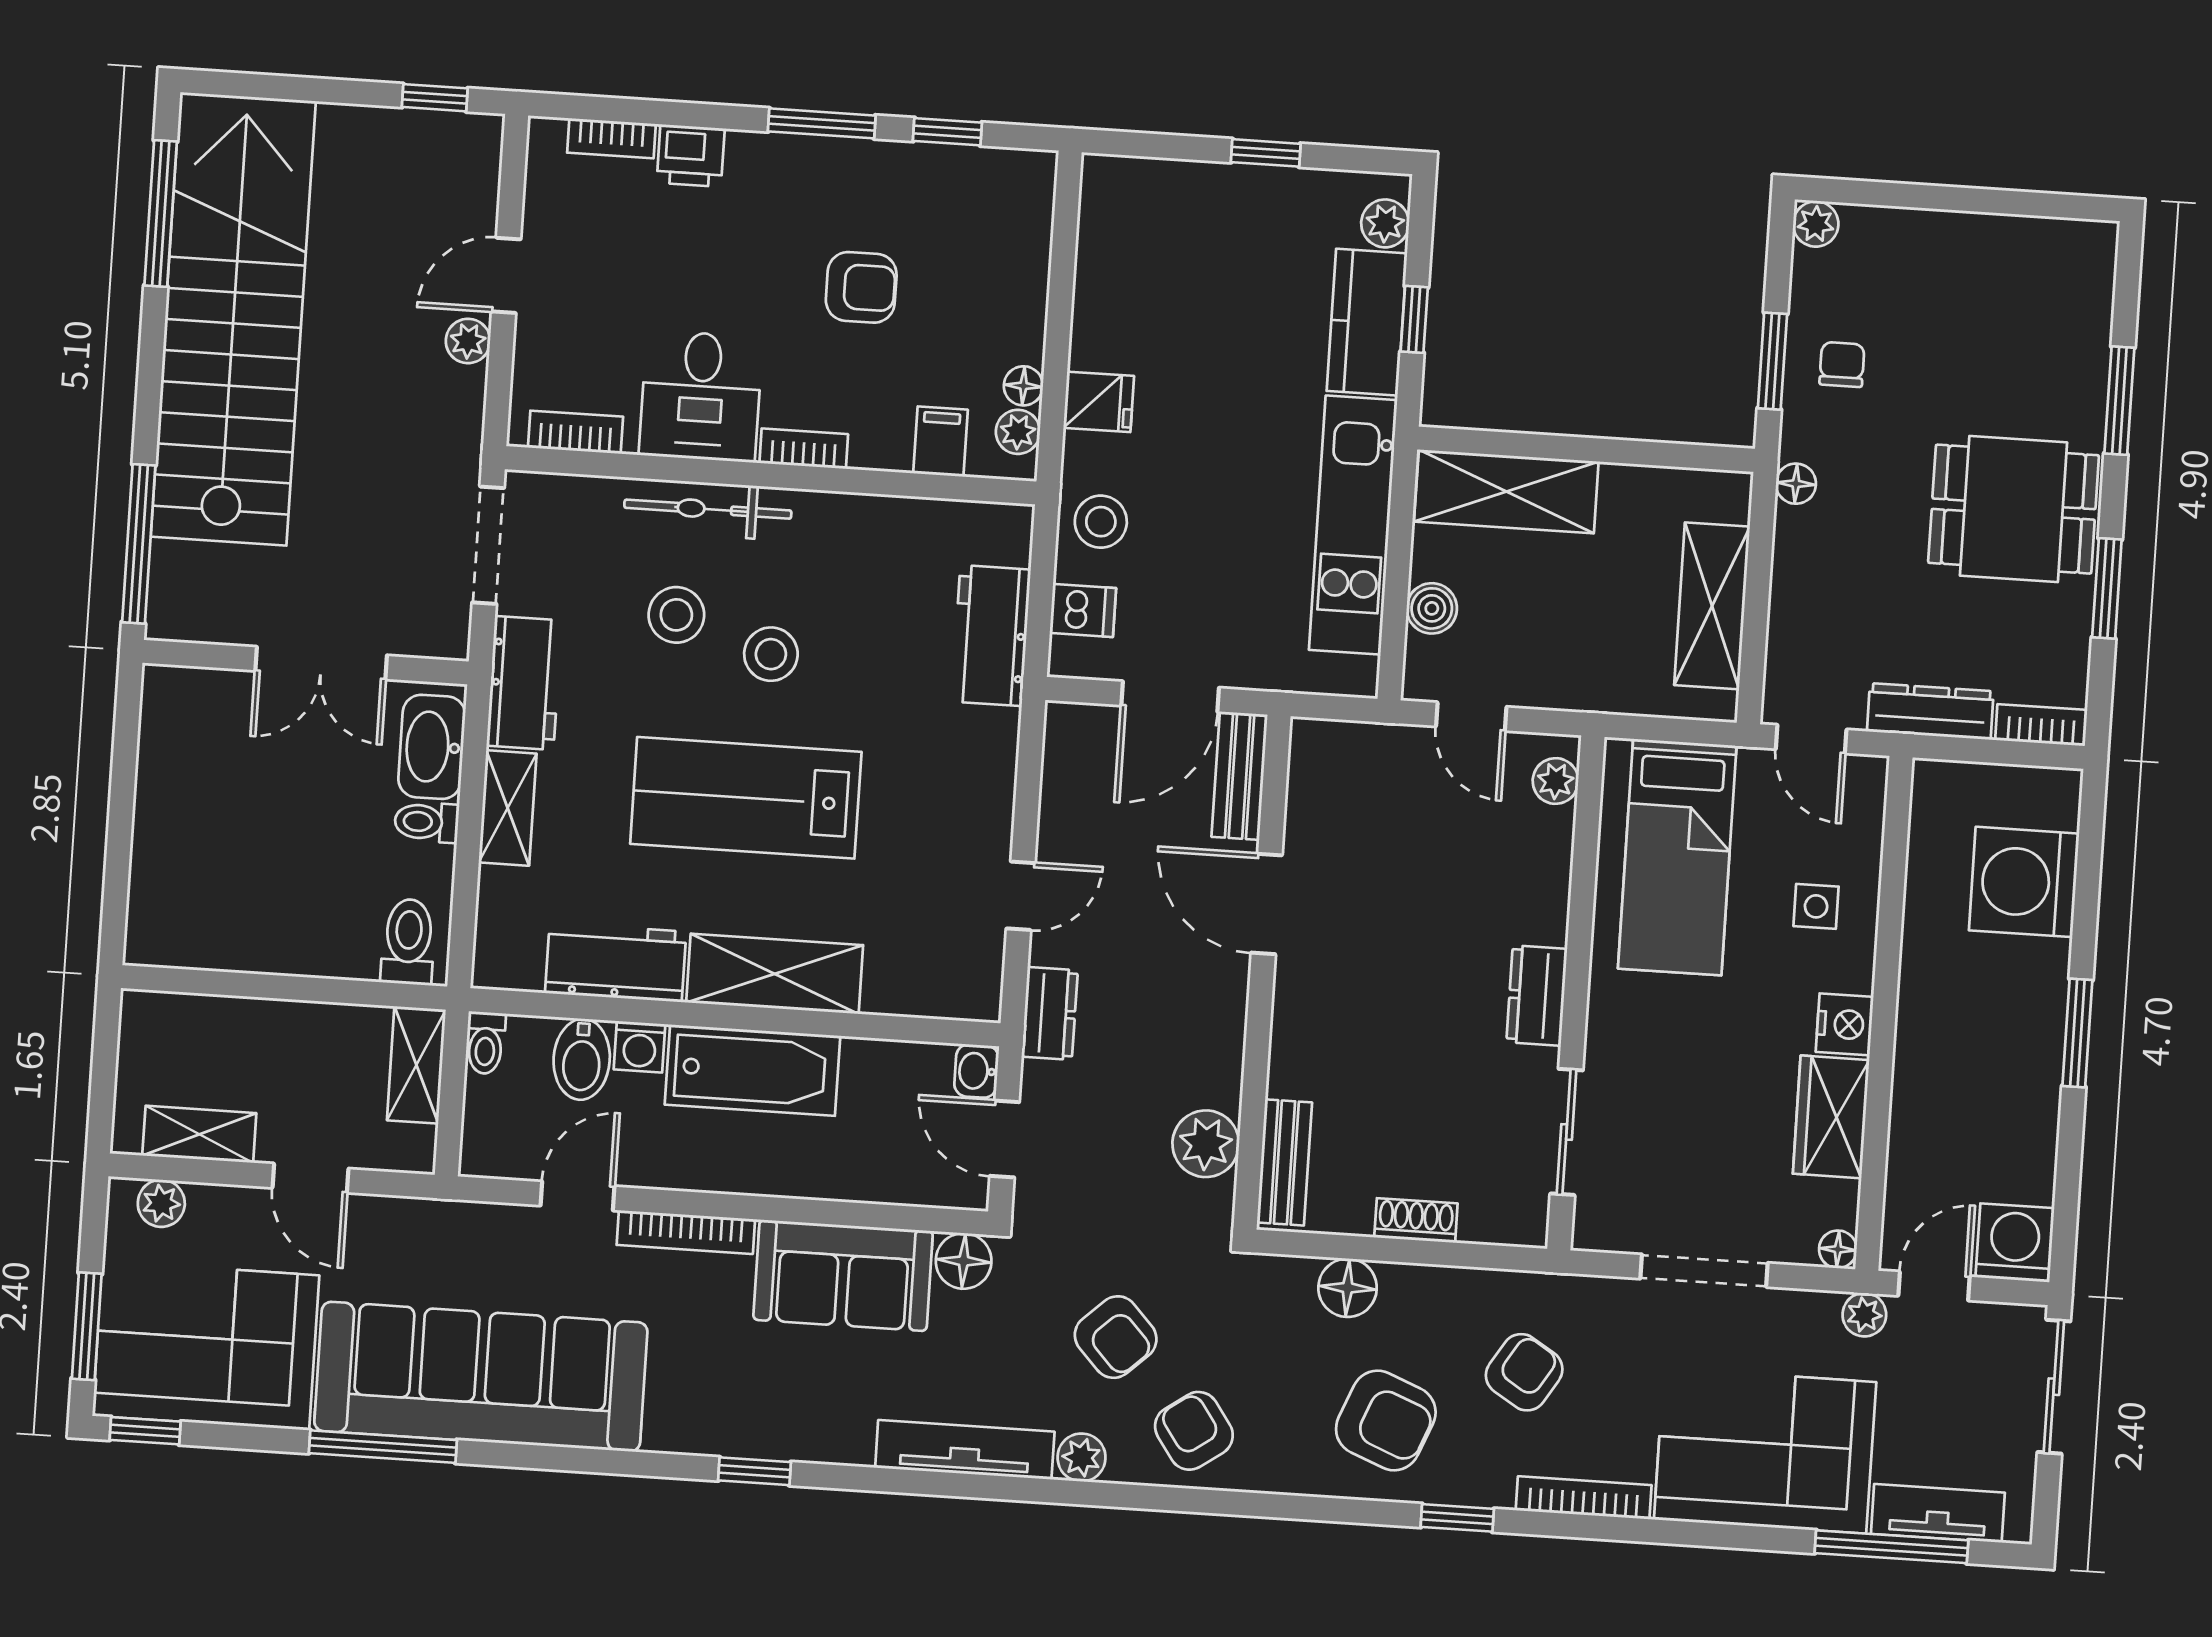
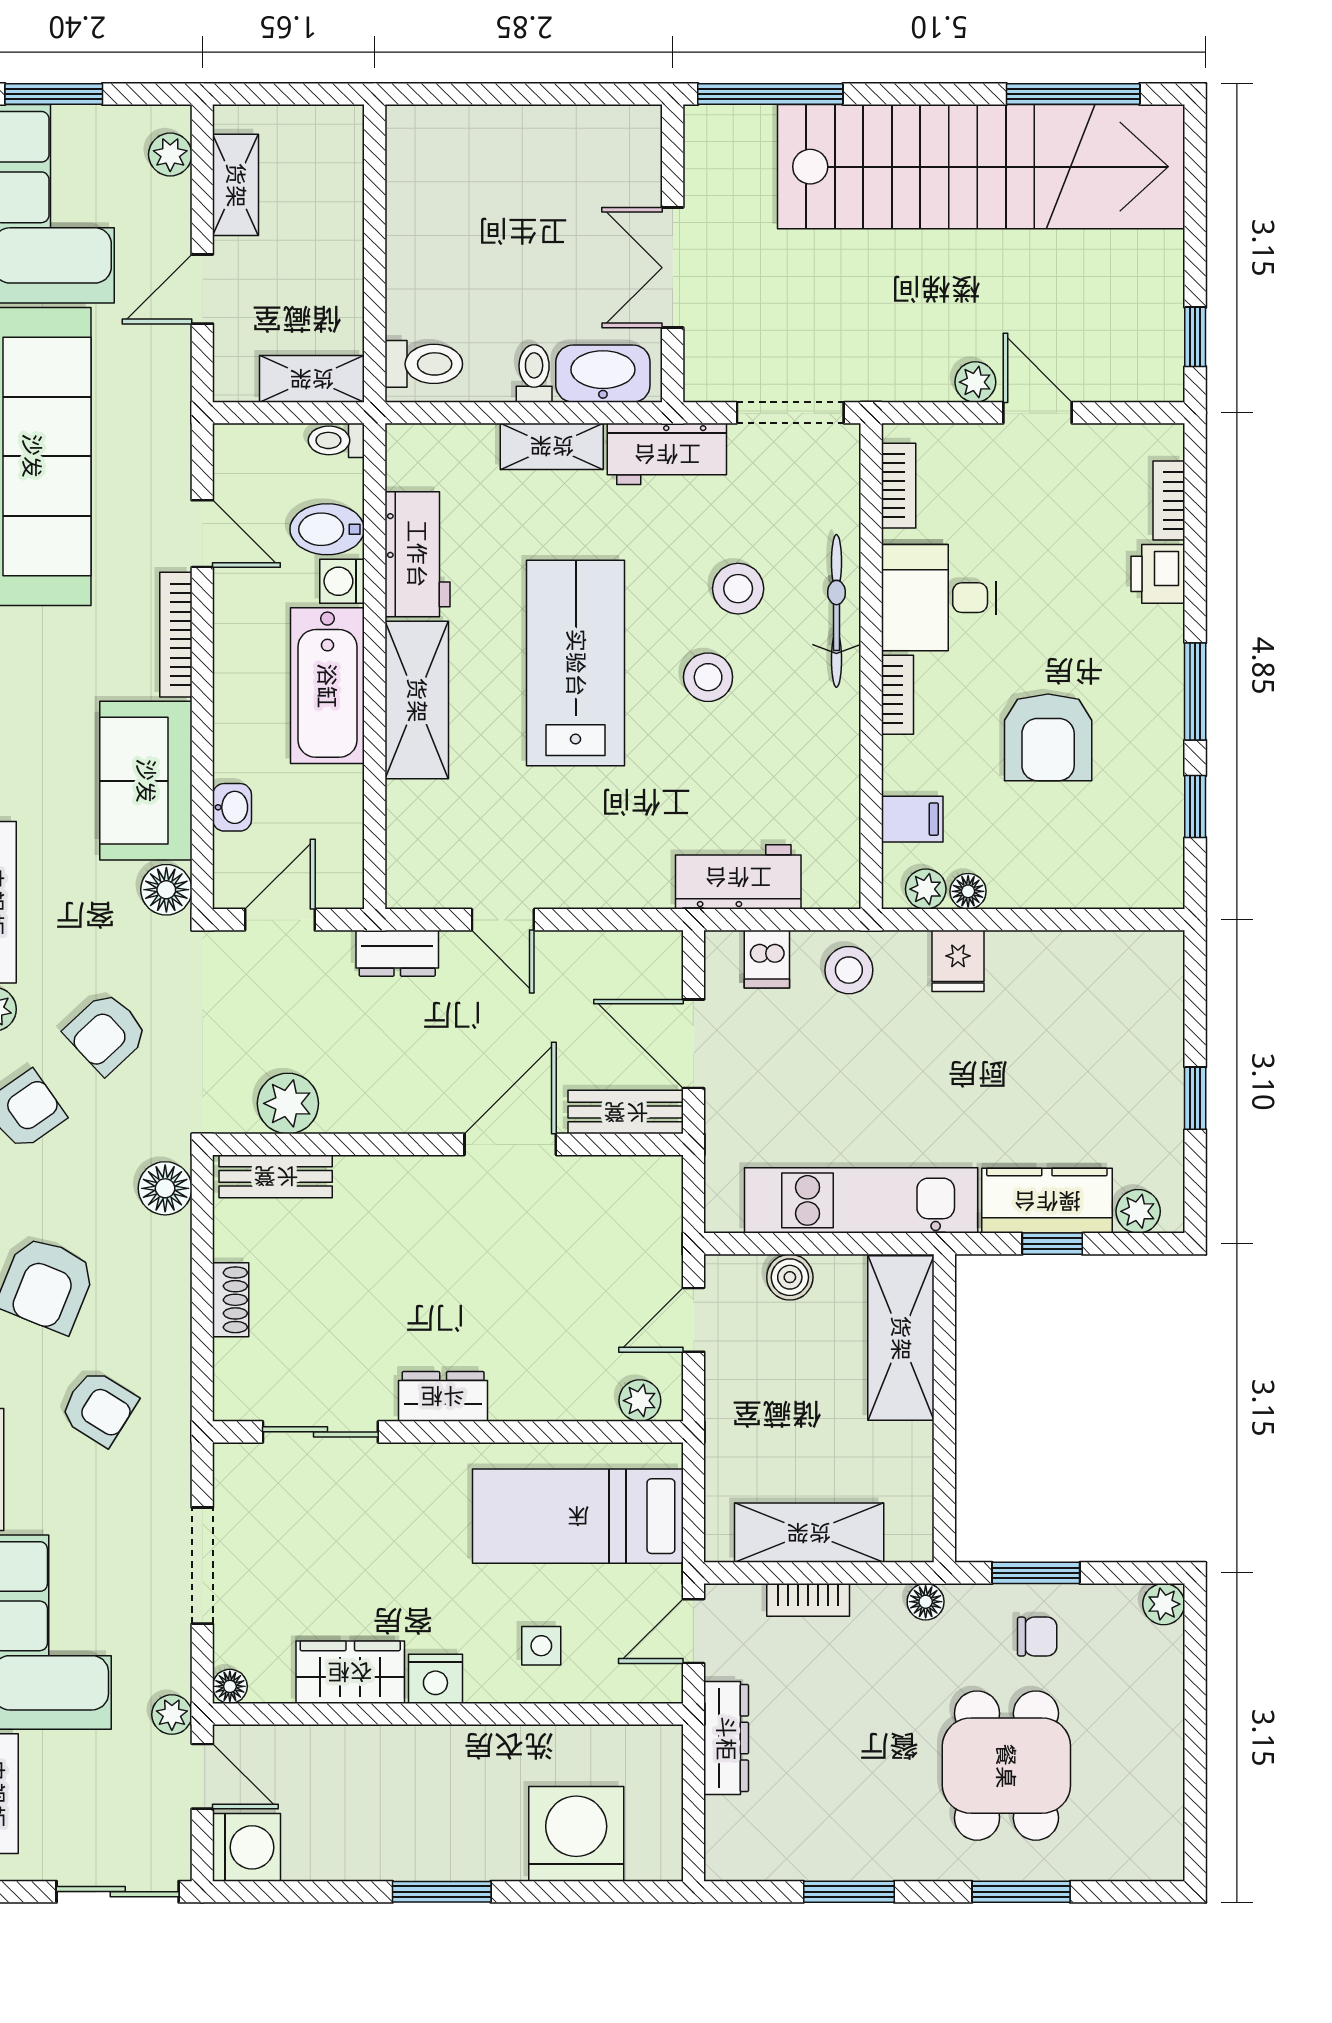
armchair: (861, 287) -> (1048, 737), width x1.38, depth x1.38
dining table: (2014, 509) -> (1006, 1766), moved
bookcase: (2041, 725) -> (808, 1600), moved, turned 90
washbasin: (976, 1071) -> (232, 807), moved, turned 90
floor lamp: (1348, 1288) -> (165, 1188), moved

